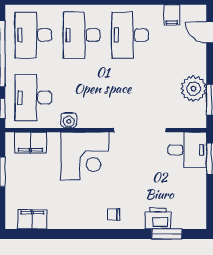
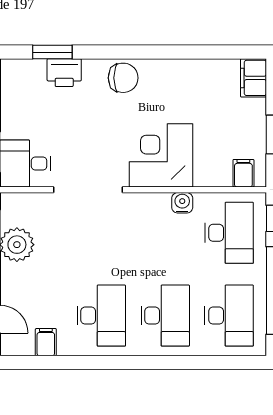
filing cabinet: (30, 143) -> (243, 173), width x0.50
chair: (113, 215) -> (123, 78), width x1.87, depth x1.87
filing cabinet: (32, 219) -> (254, 78), moved, turned 90

